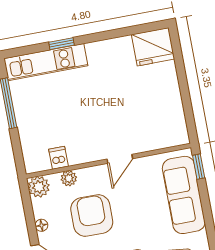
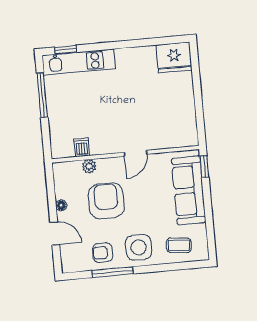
window: (61, 44) -> (66, 50), moved
plant: (39, 187) -> (62, 171), removed

